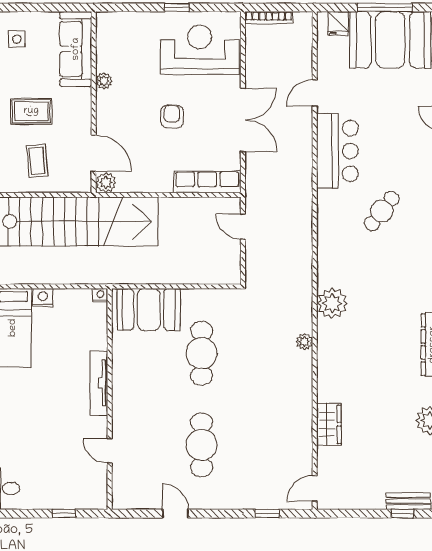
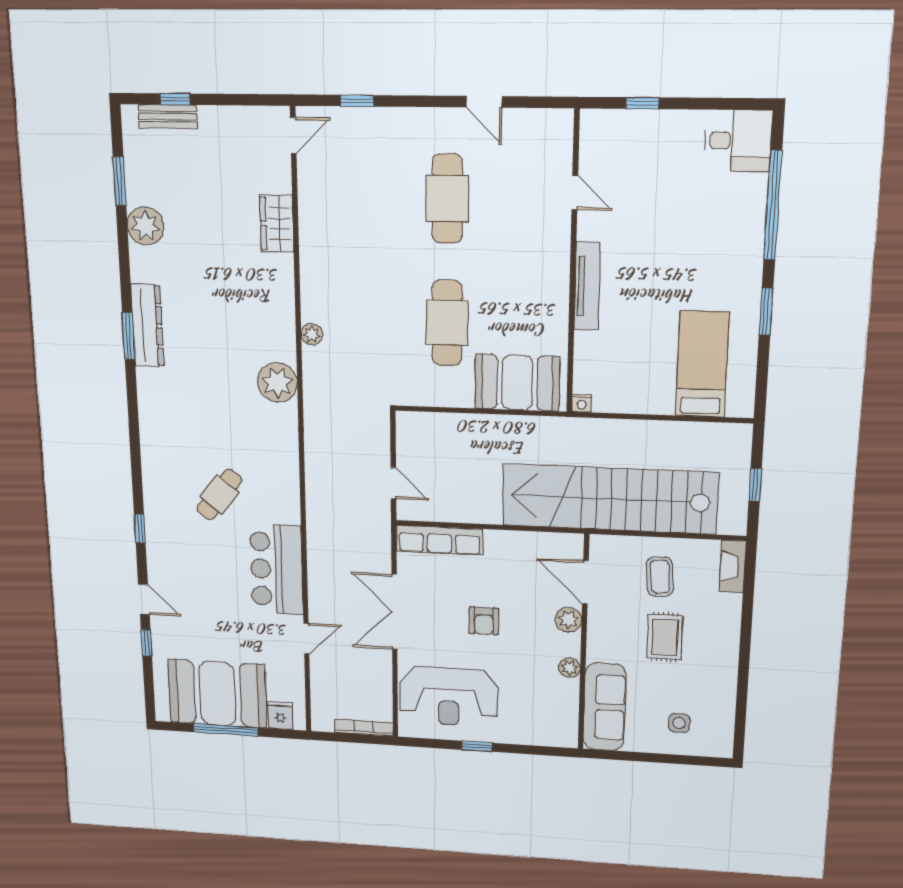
rug: (31, 111) -> (665, 637), turned 90
plant: (106, 182) -> (568, 620), moved
nightstand: (43, 298) -> (660, 403), removed

